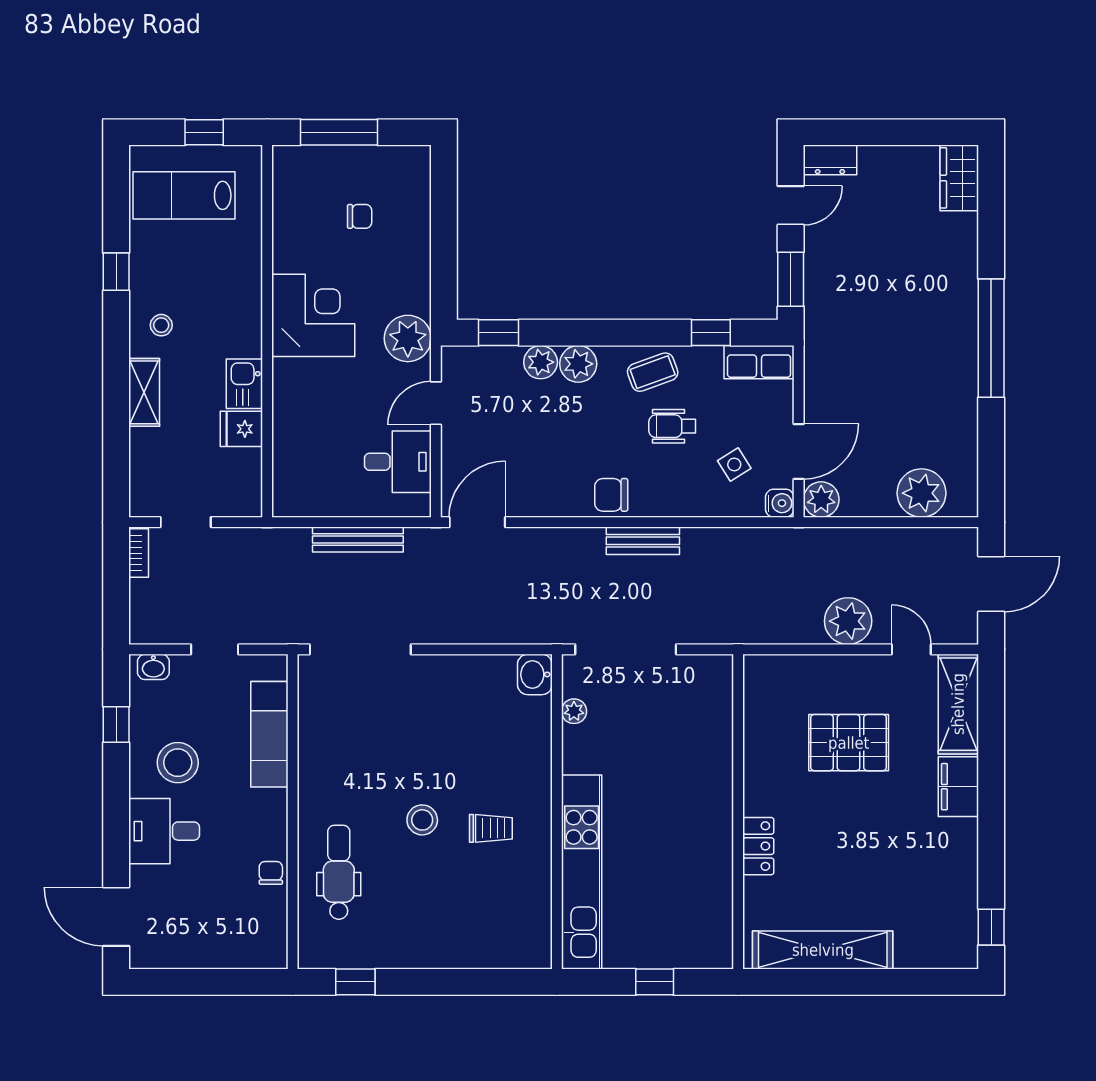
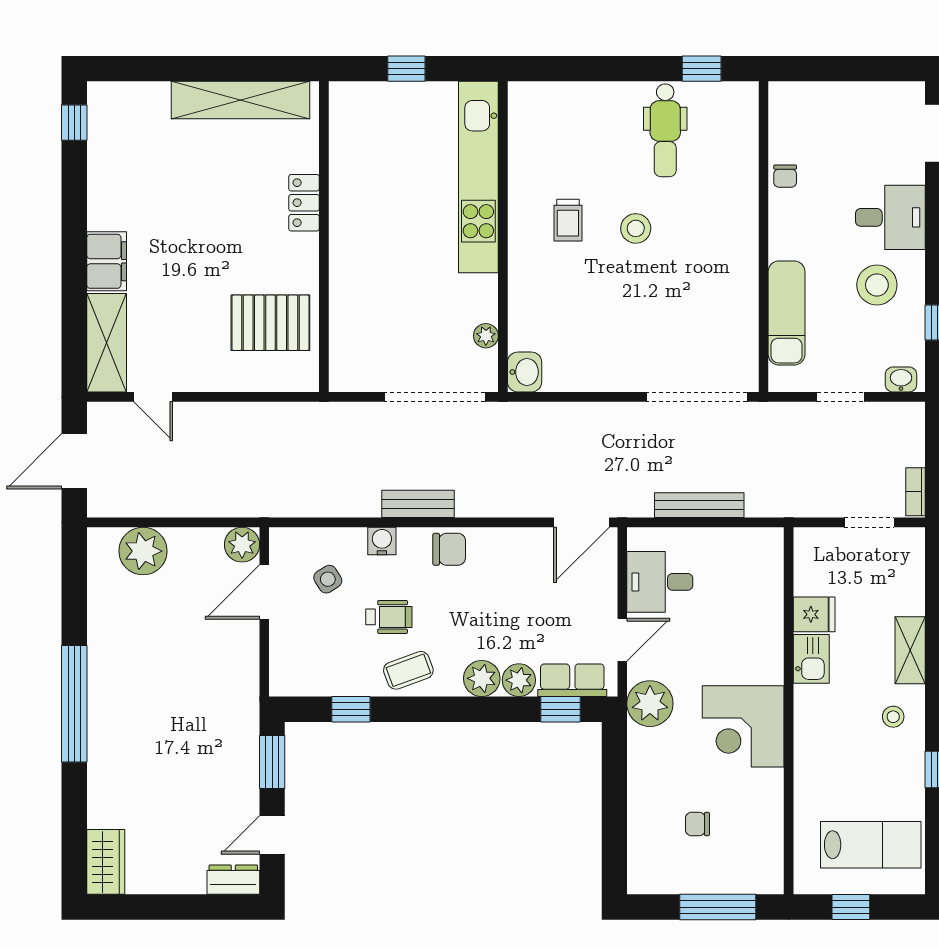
row of seats: (759, 362) -> (572, 680), moved
water cooler: (780, 503) -> (382, 541), moved, turned 90
plant: (848, 621) -> (215, 425), removed
pallet: (849, 743) -> (270, 323), moved
trolley: (491, 828) -> (568, 220), turned -90
dental chair: (339, 872) -> (665, 130), moved

